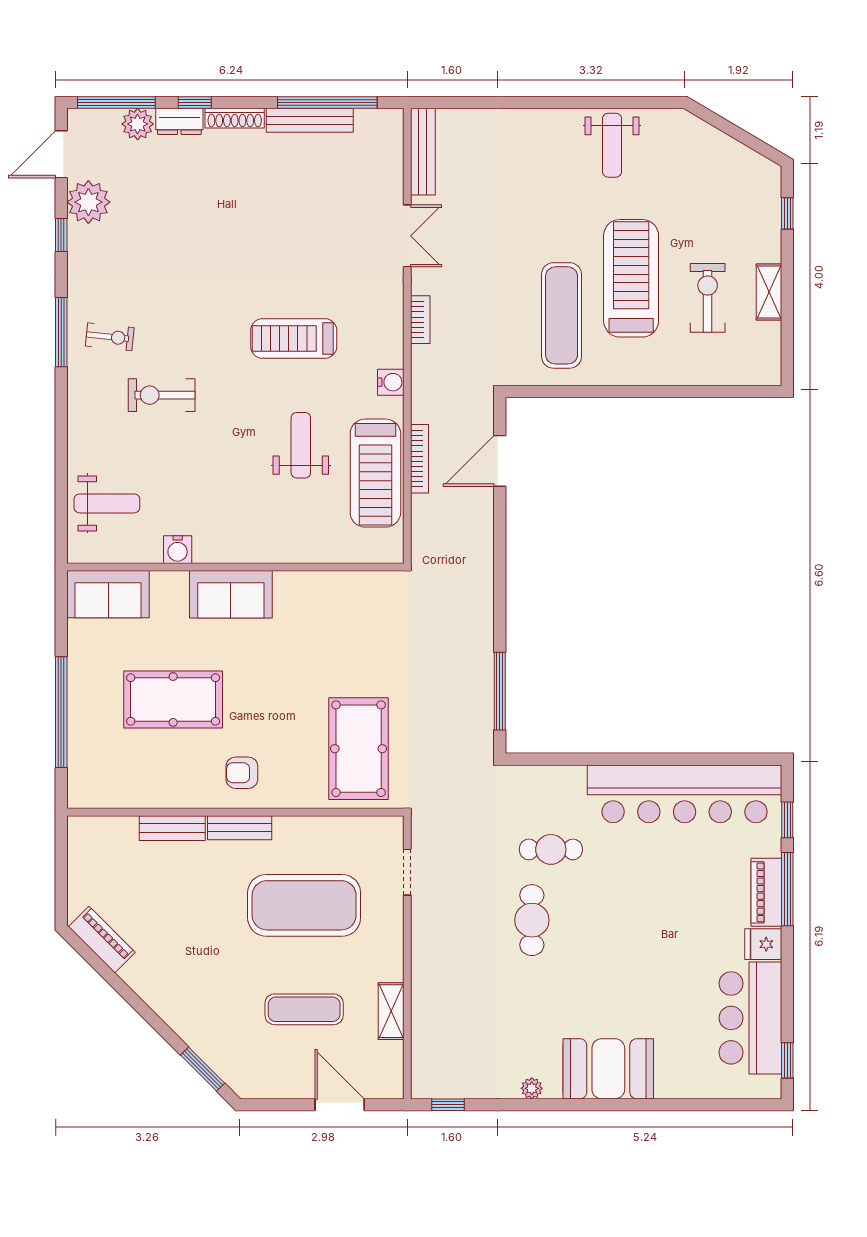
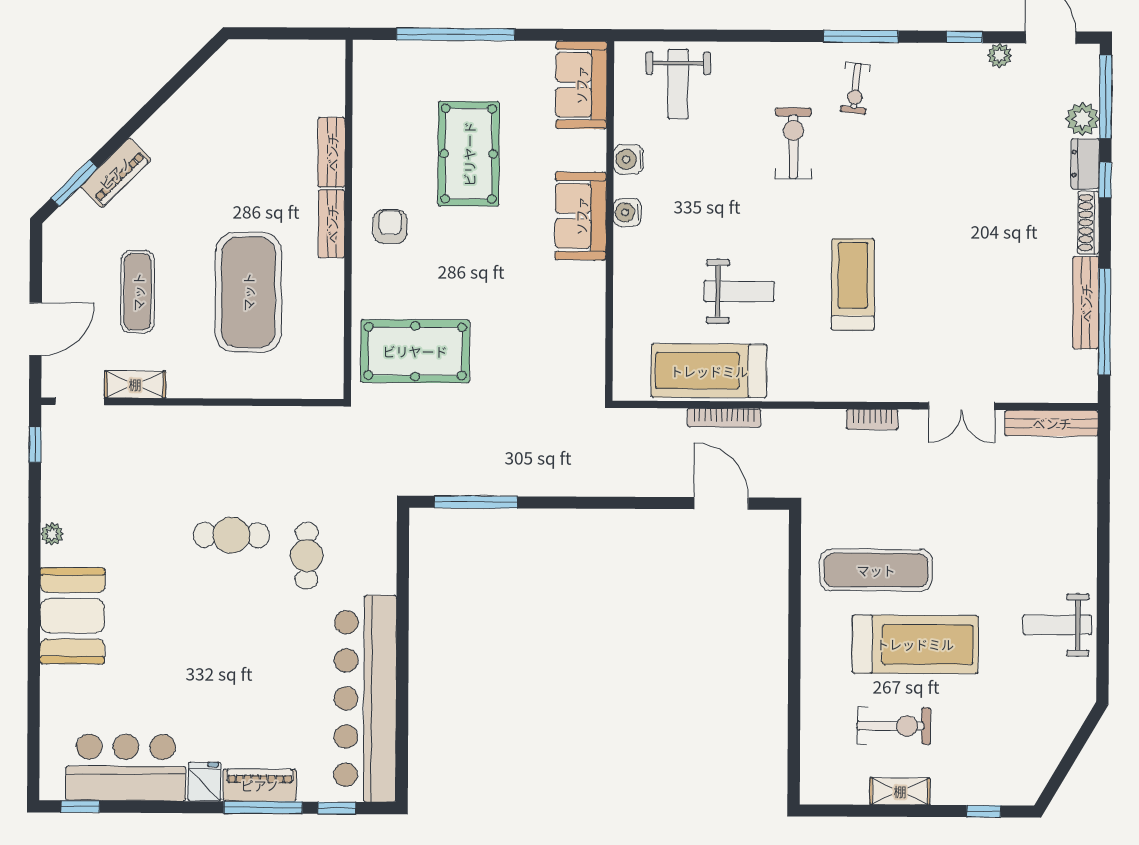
plant: (88, 202) -> (1000, 55), width x0.53, depth x0.53
water cooler: (391, 382) -> (627, 212), moved, turned 90
doorway: (407, 872) -> (80, 401), moved
piano: (102, 940) -> (115, 173), moved

